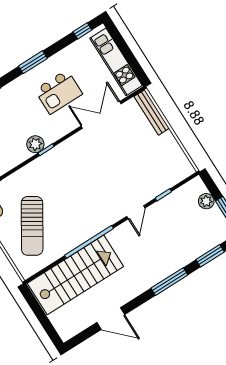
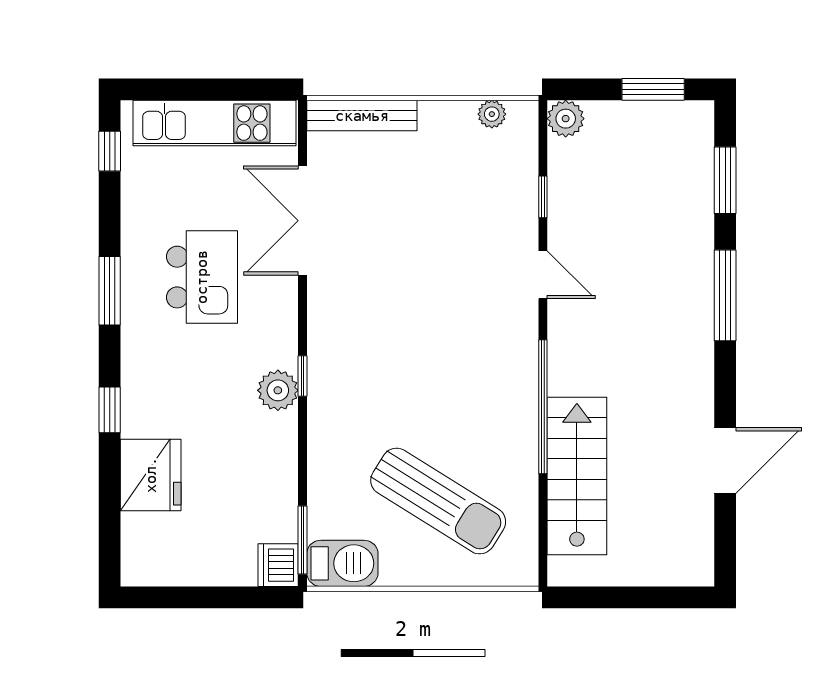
plant: (181, 158) -> (492, 114), added
plant: (206, 201) -> (566, 119), moved
stairs: (75, 275) -> (577, 476), width x0.73, depth x0.66

